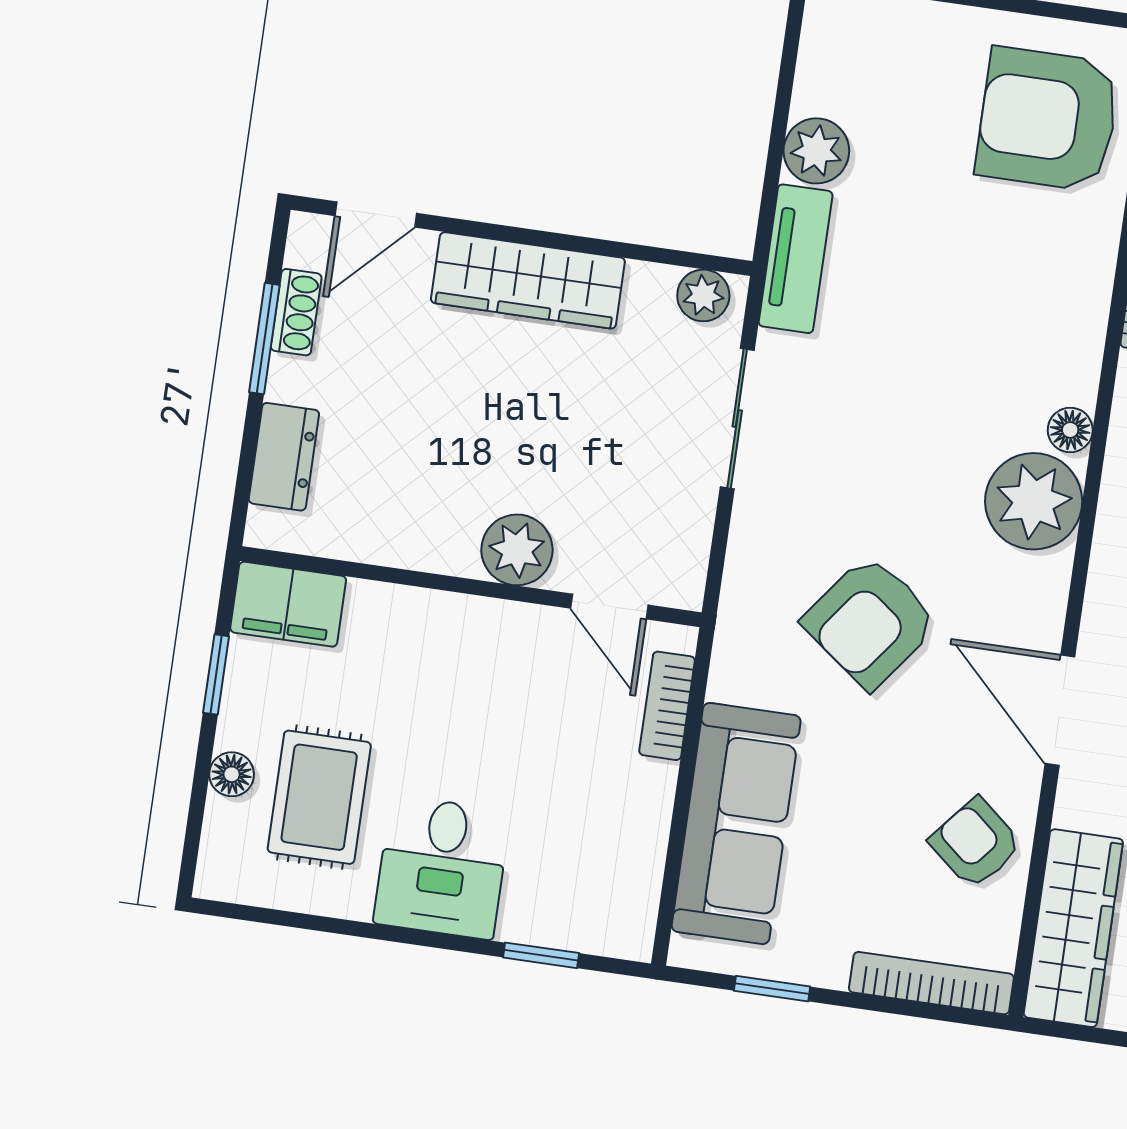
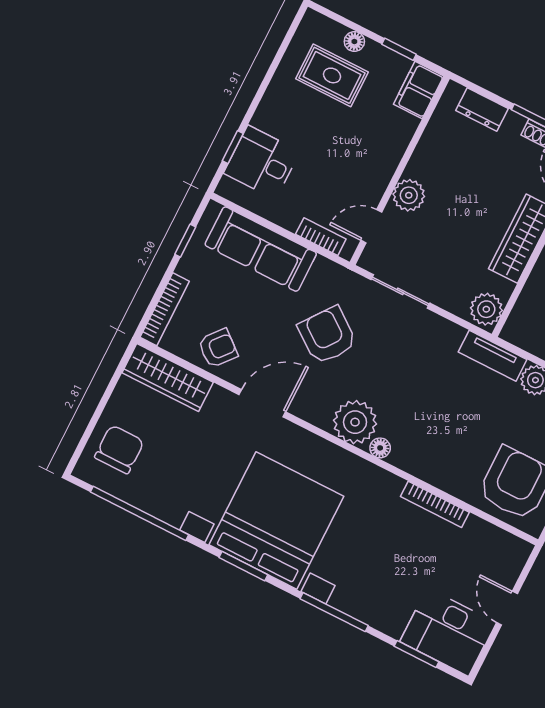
plant: (703, 295) -> (486, 309), width x1.38, depth x1.38
sliding door: (737, 419) -> (400, 291), moved
desk: (442, 867) -> (262, 162), moved

